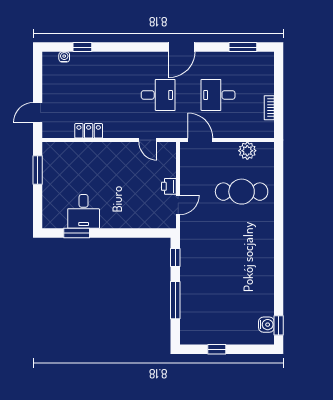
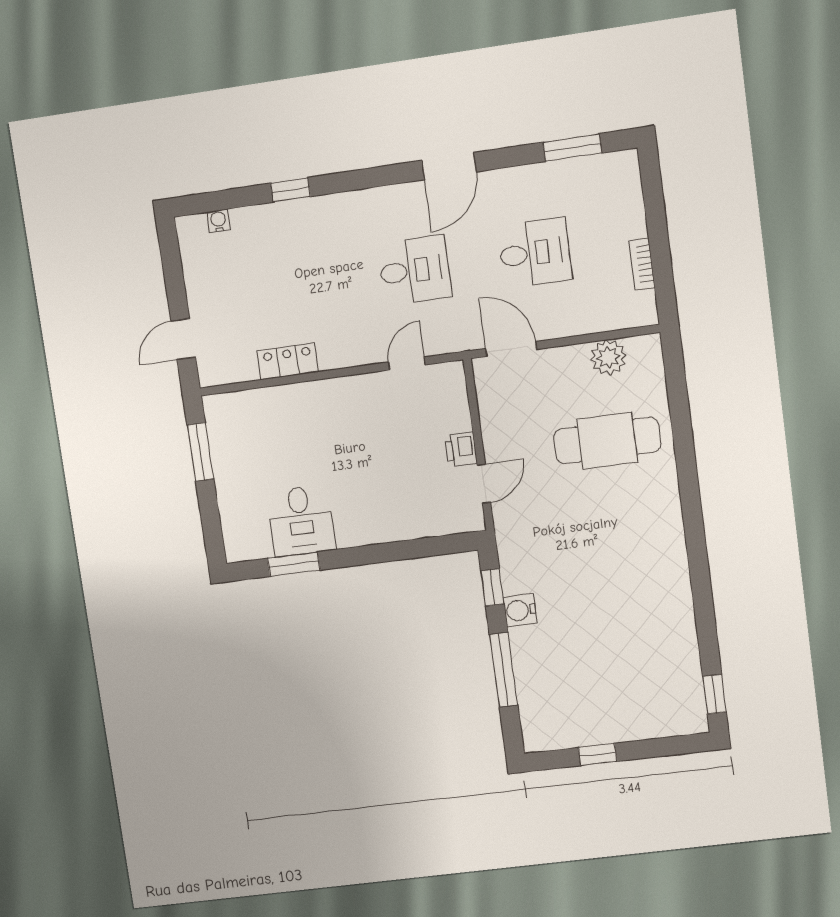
window: (82, 47) -> (290, 190), moved
desk: (218, 95) -> (535, 253), turned 180
door: (148, 140) -> (407, 363), swing flipped
water cooler: (266, 325) -> (520, 610), moved, turned 180

